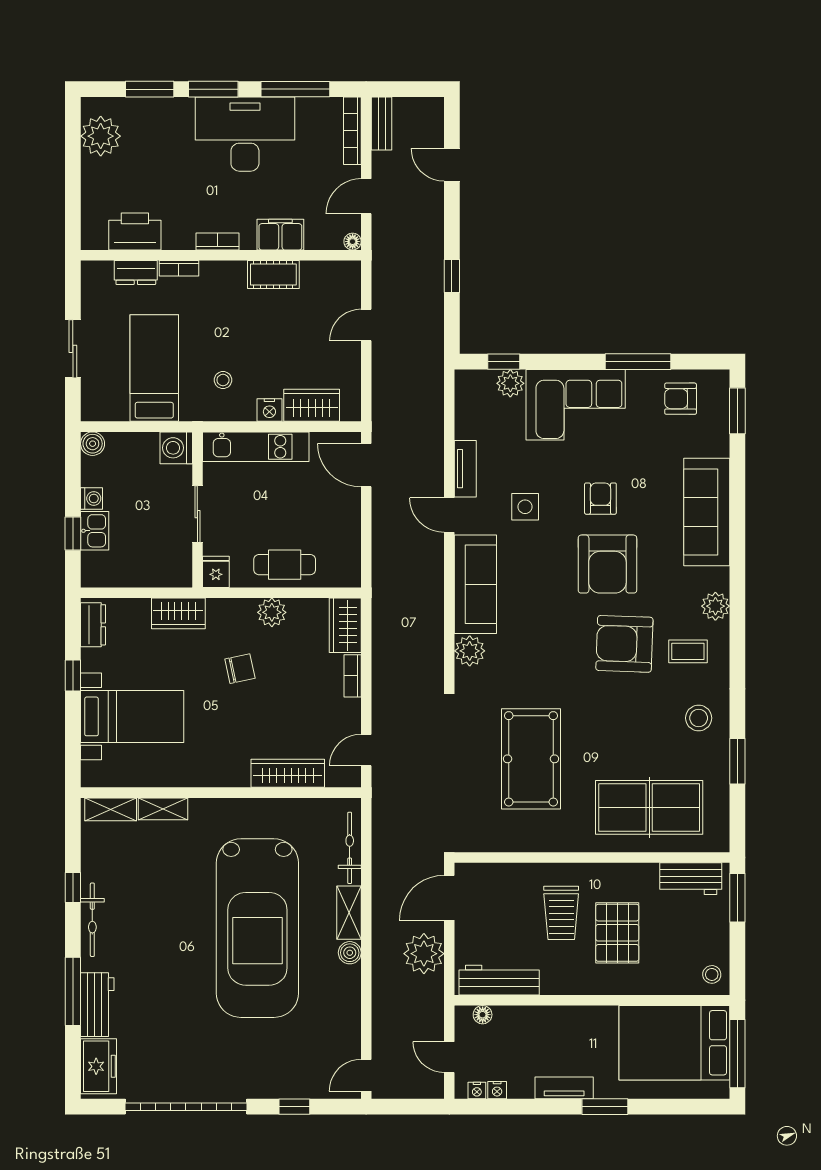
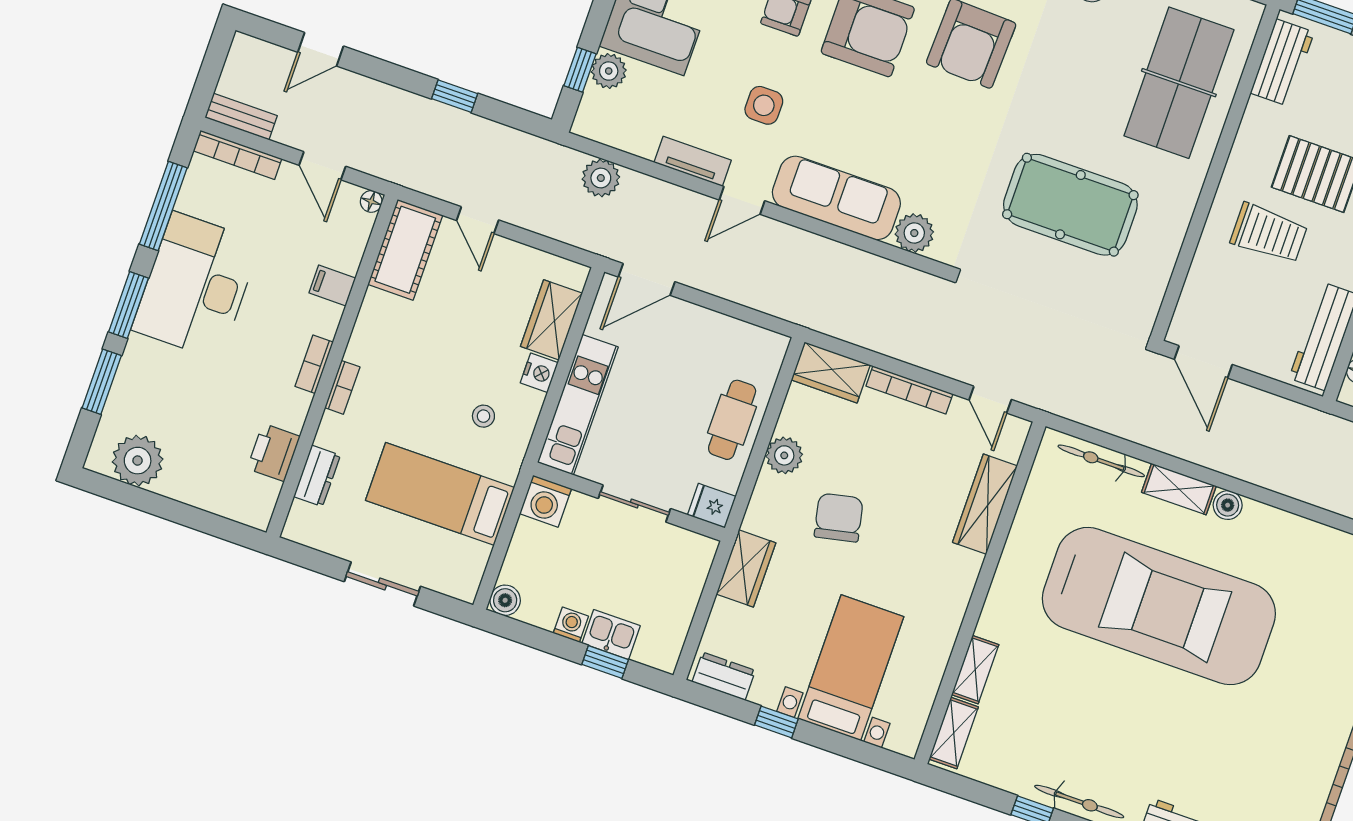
printer: (135, 231) -> (274, 452), width x0.73, depth x0.84
filing cabinet: (280, 235) -> (332, 286), width x0.50
bookcase: (179, 268) -> (342, 387), moved
cot: (273, 274) -> (405, 250), moved, width x1.37, depth x1.34
chair: (240, 669) -> (839, 518), width x1.37, depth x1.37
bookcase: (353, 676) -> (909, 390), width x1.56
plant: (424, 954) -> (601, 178), moved, width x0.73, depth x0.73

